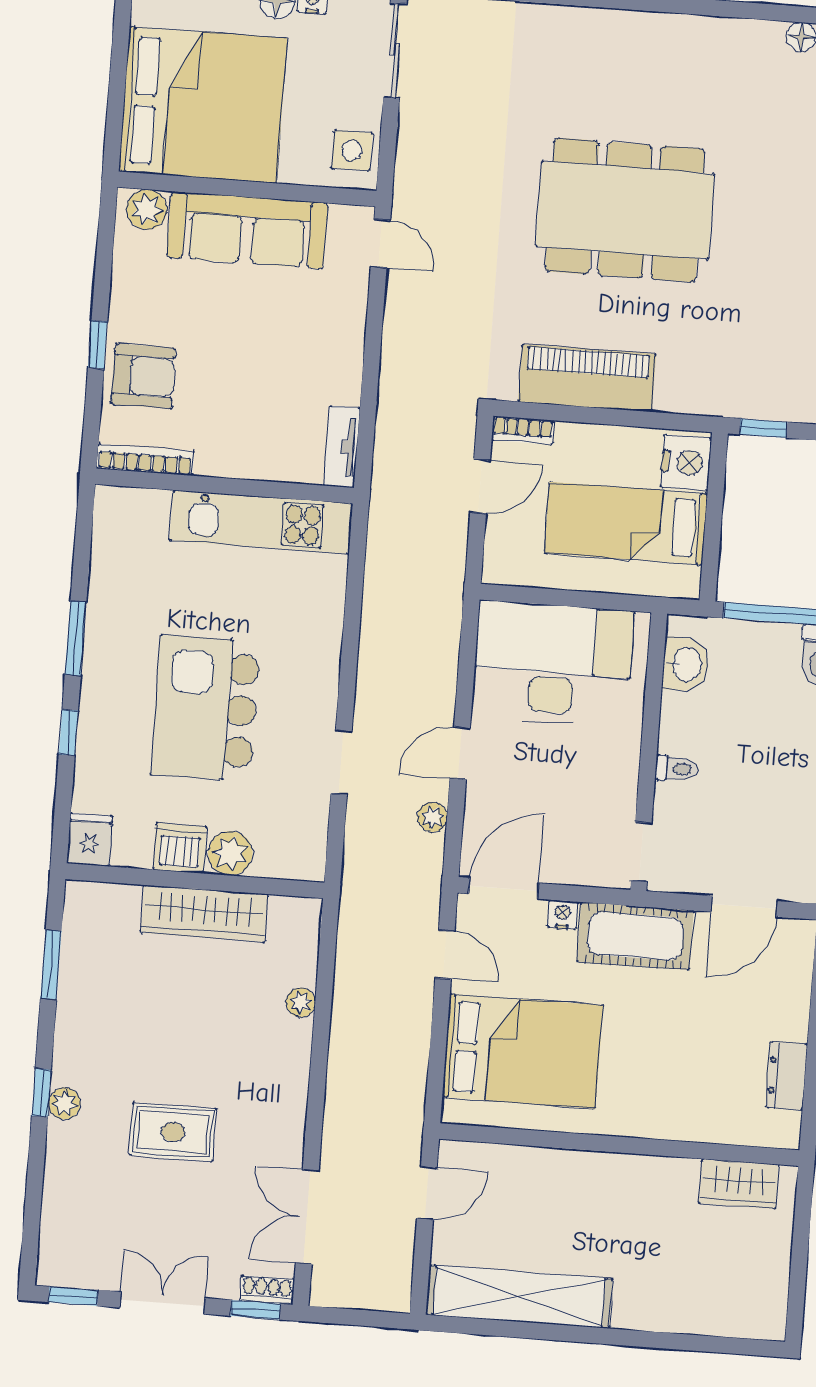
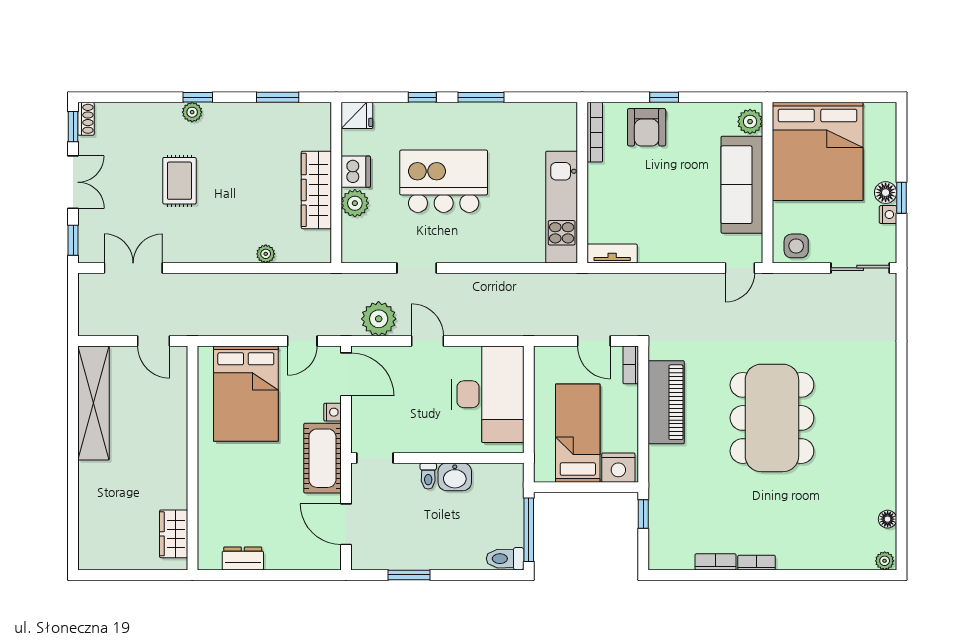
washbasin: (686, 664) -> (455, 477), moved
plant: (432, 817) -> (379, 319), width x1.88, depth x1.88
shoe rack: (267, 1290) -> (86, 119), moved

